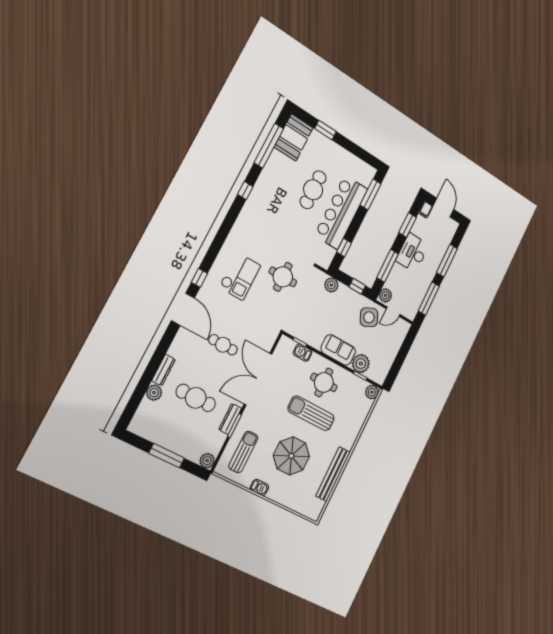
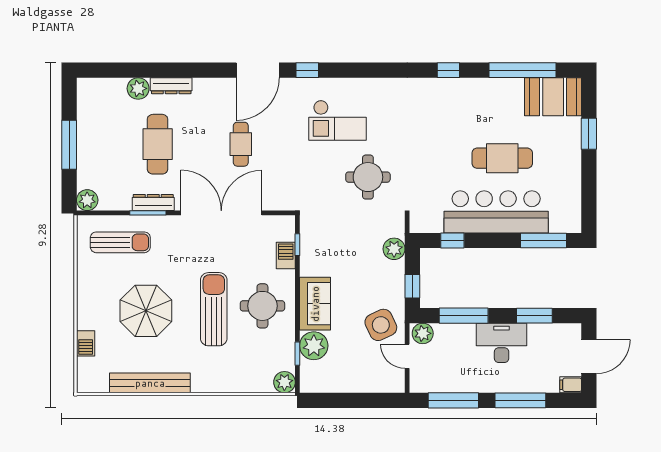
filing cabinet: (426, 210) -> (571, 385), moved
barbecue: (259, 487) -> (86, 343), moved

